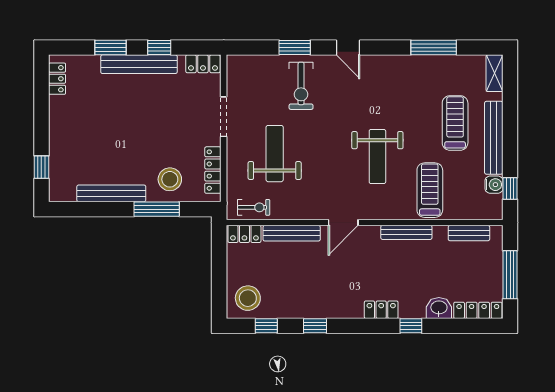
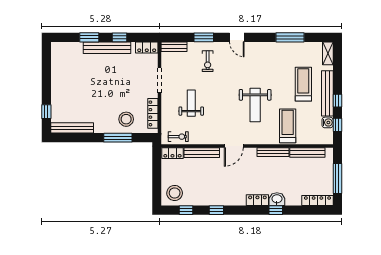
bench: (247, 63) -> (174, 47), added
locker: (57, 79) -> (56, 57), removed
exercise bike: (301, 86) -> (208, 61), width x0.73, depth x0.72
window: (510, 150) -> (337, 101), added
weight bench: (275, 154) -> (191, 103), width x0.73, depth x0.75
bench: (111, 193) -> (72, 128), moved
bench: (469, 233) -> (307, 153), width x1.36
washbasin: (439, 308) -> (277, 199), moved

